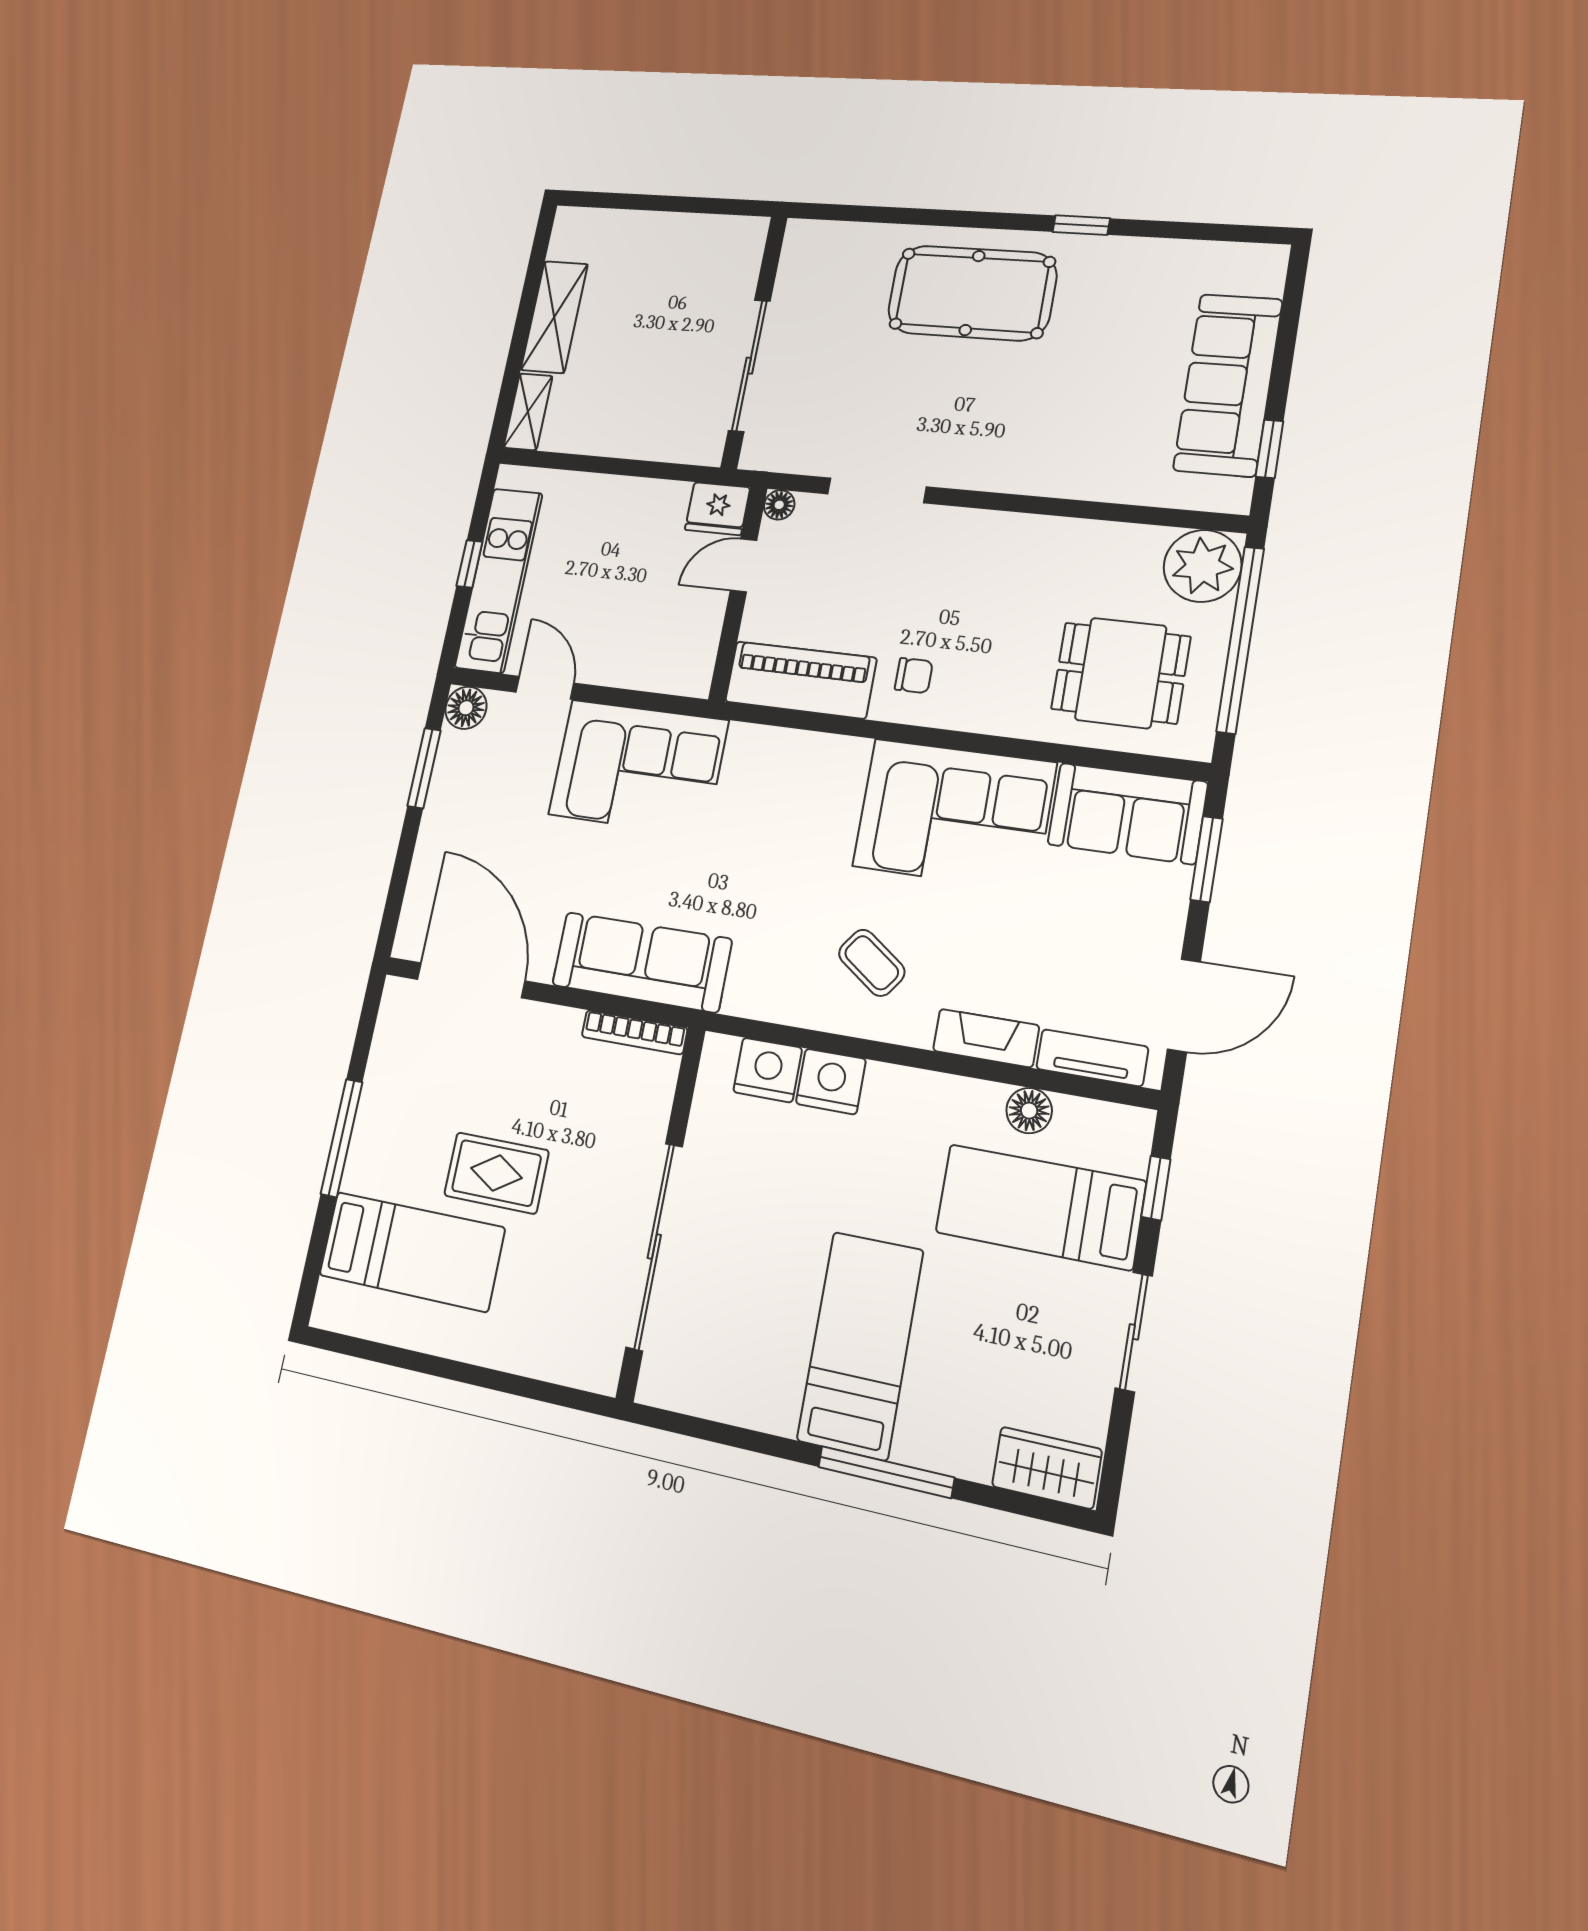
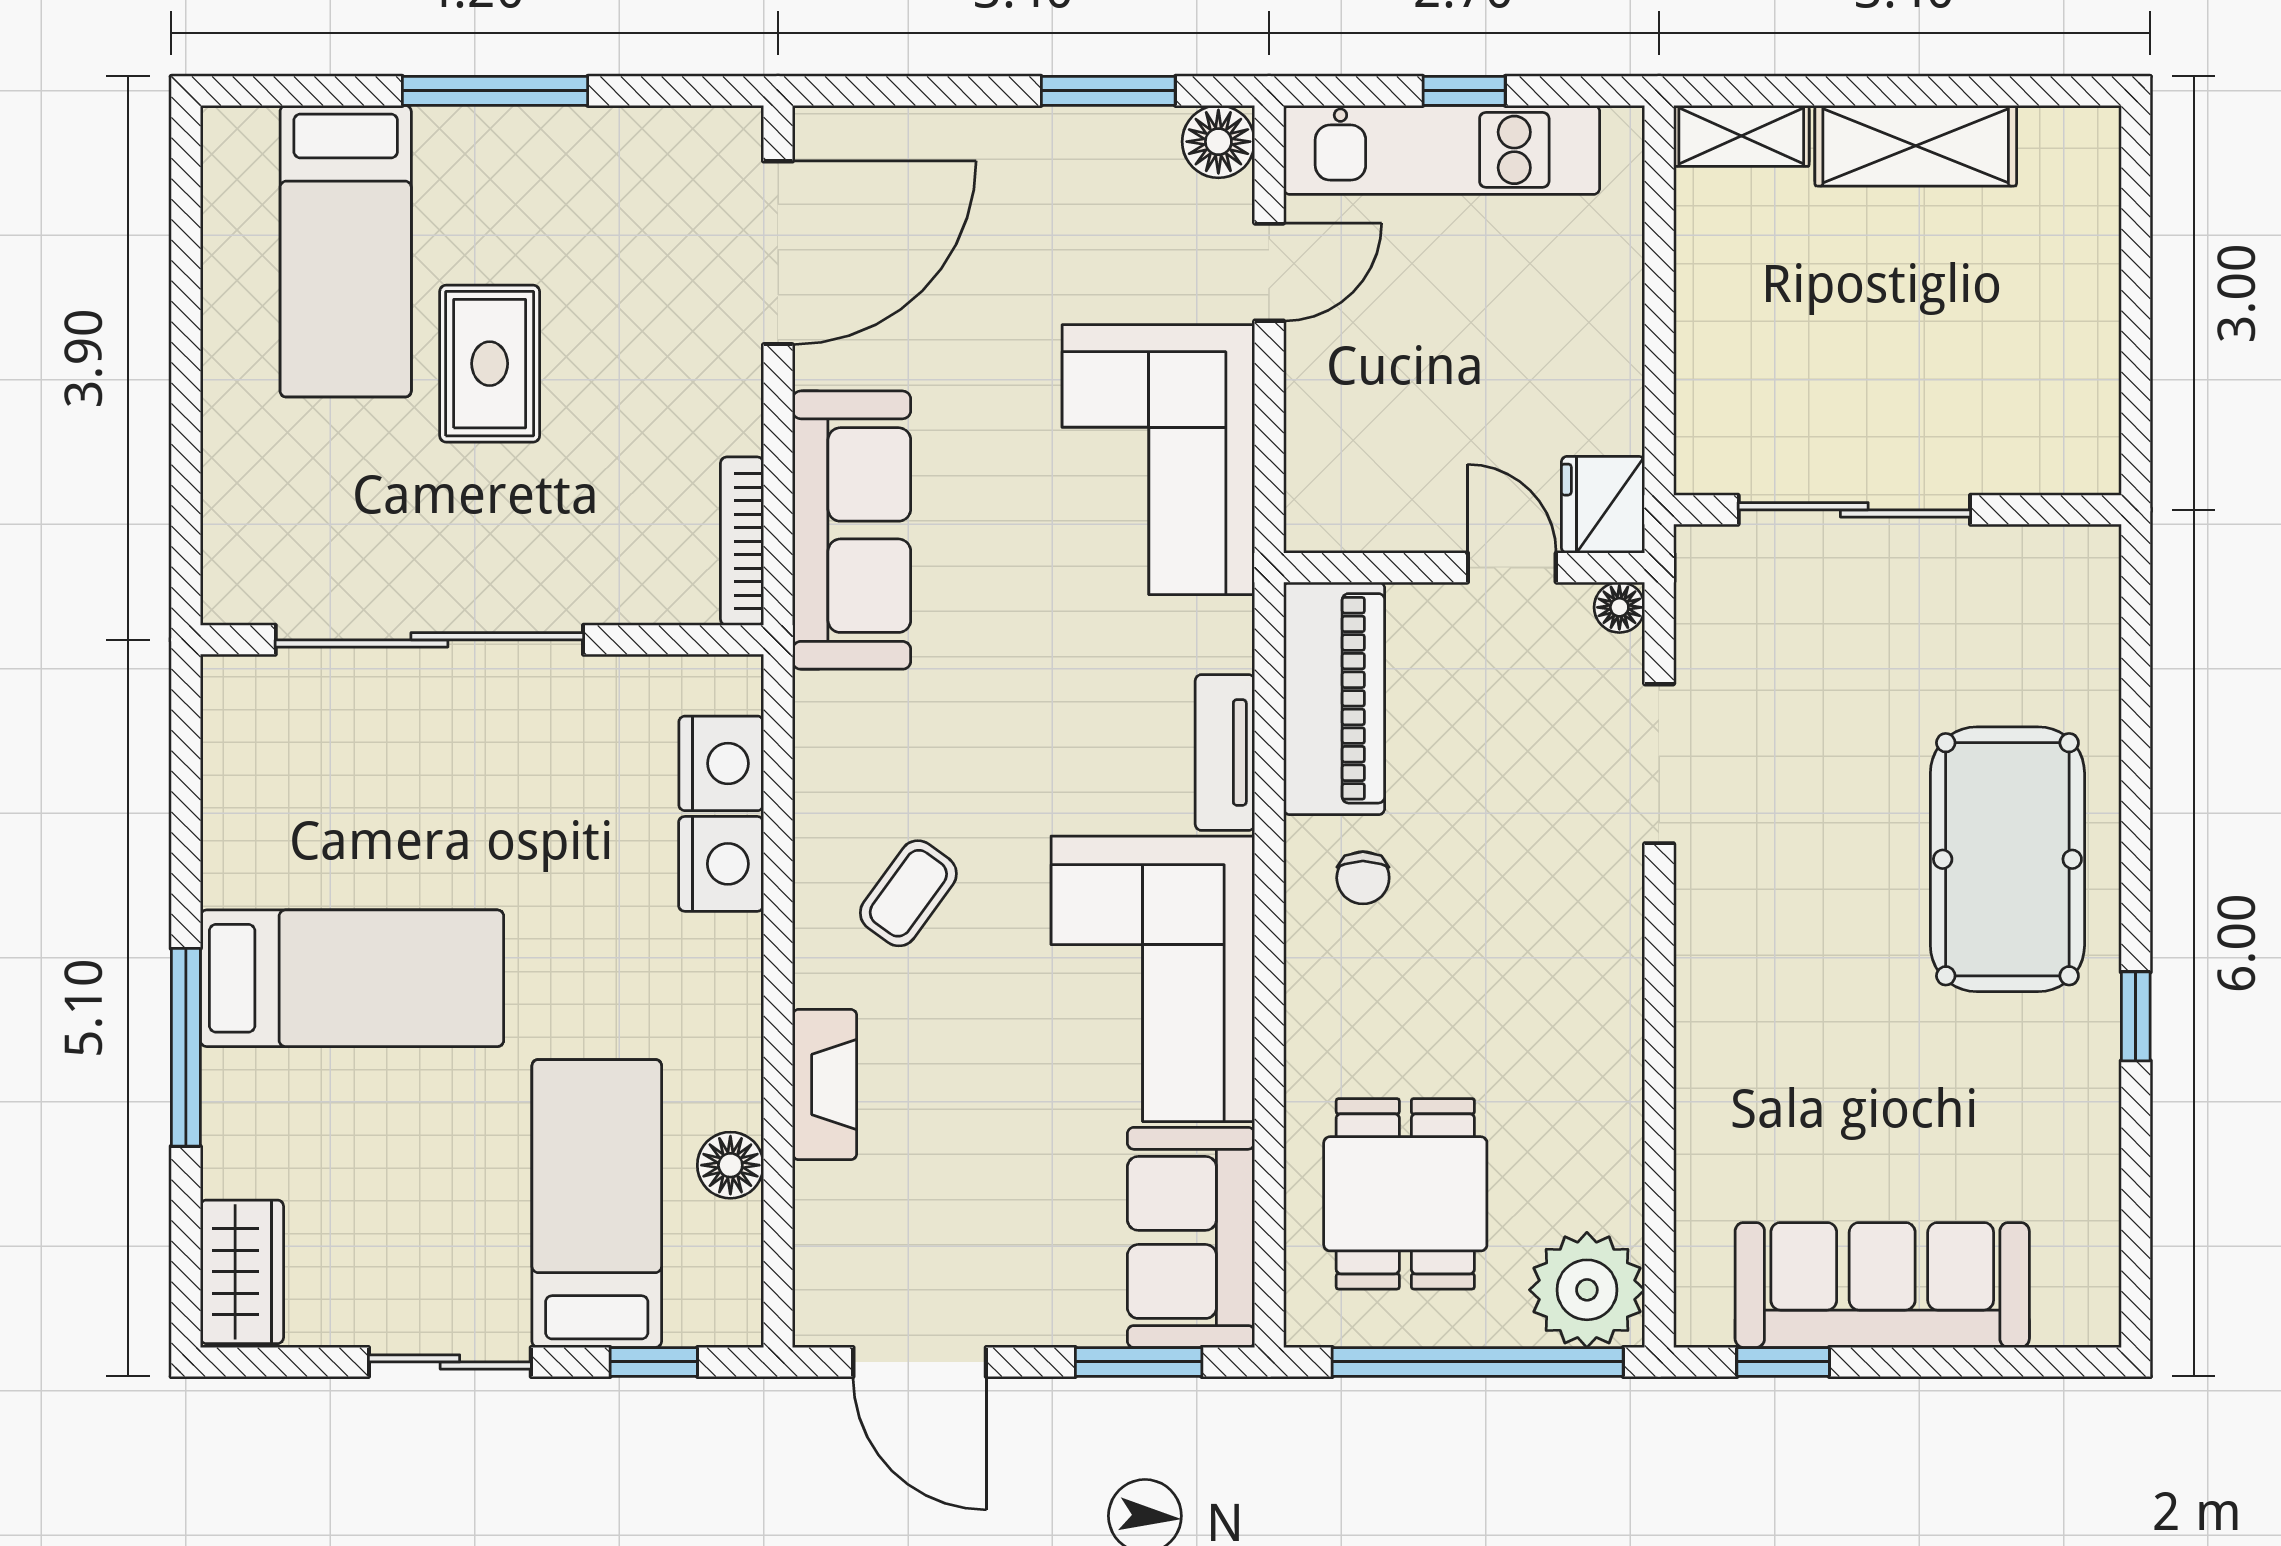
tv unit: (1092, 1058) -> (1225, 752), moved, turned 180

